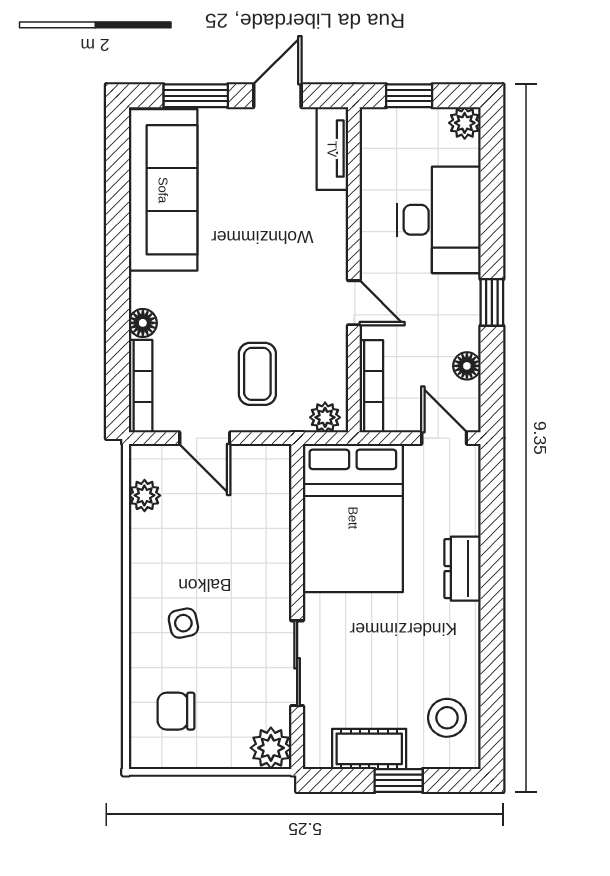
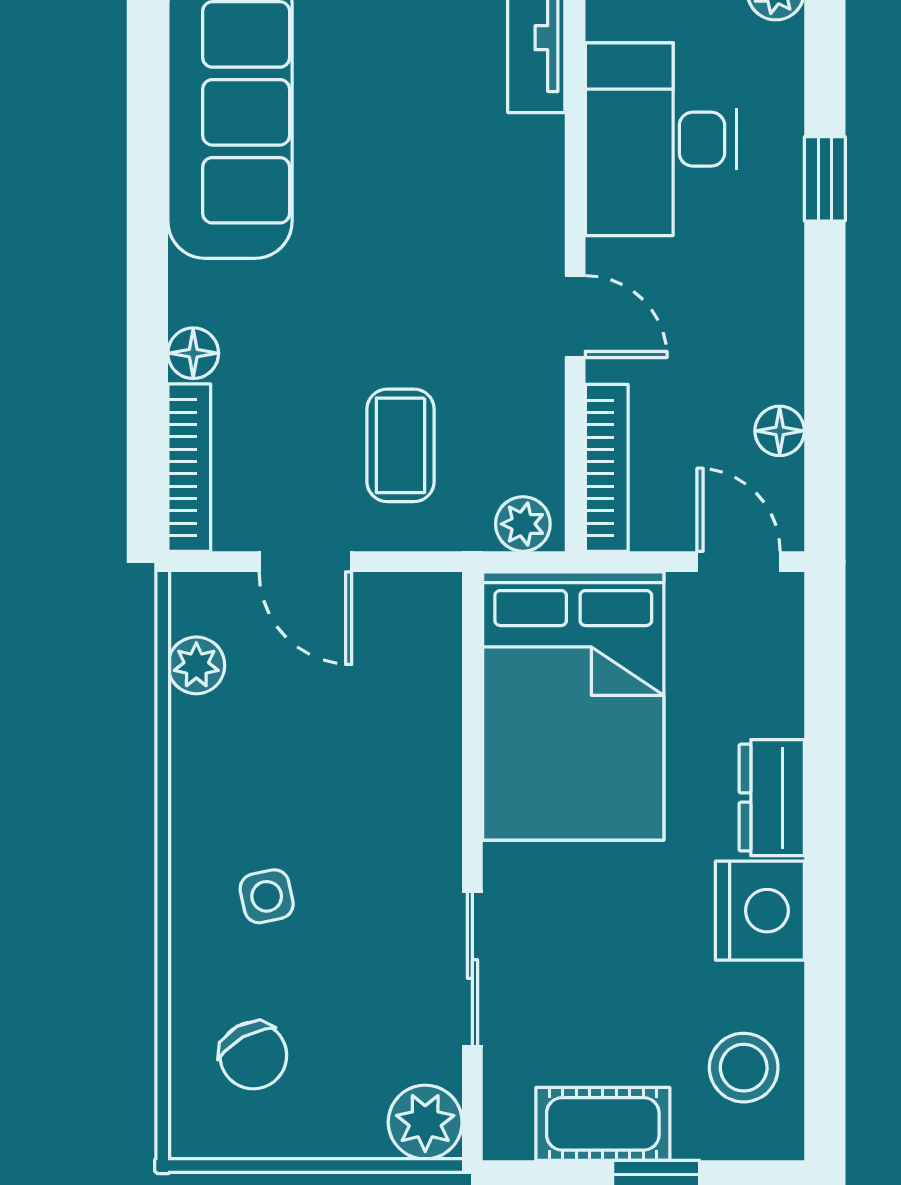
desk: (439, 220) -> (661, 139), moved, turned 180
window: (492, 302) -> (825, 179), moved
nightstand: (456, 631) -> (760, 911), added
chair: (176, 711) -> (253, 1055), turned -119

